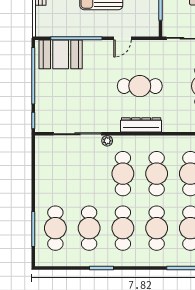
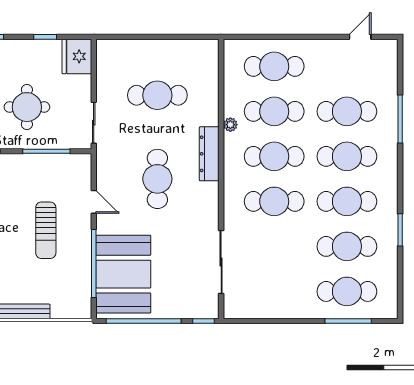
booth: (61, 54) -> (123, 274), width x1.36, depth x1.42
dresser: (141, 125) -> (209, 154), moved
plant: (107, 141) -> (230, 125), moved

